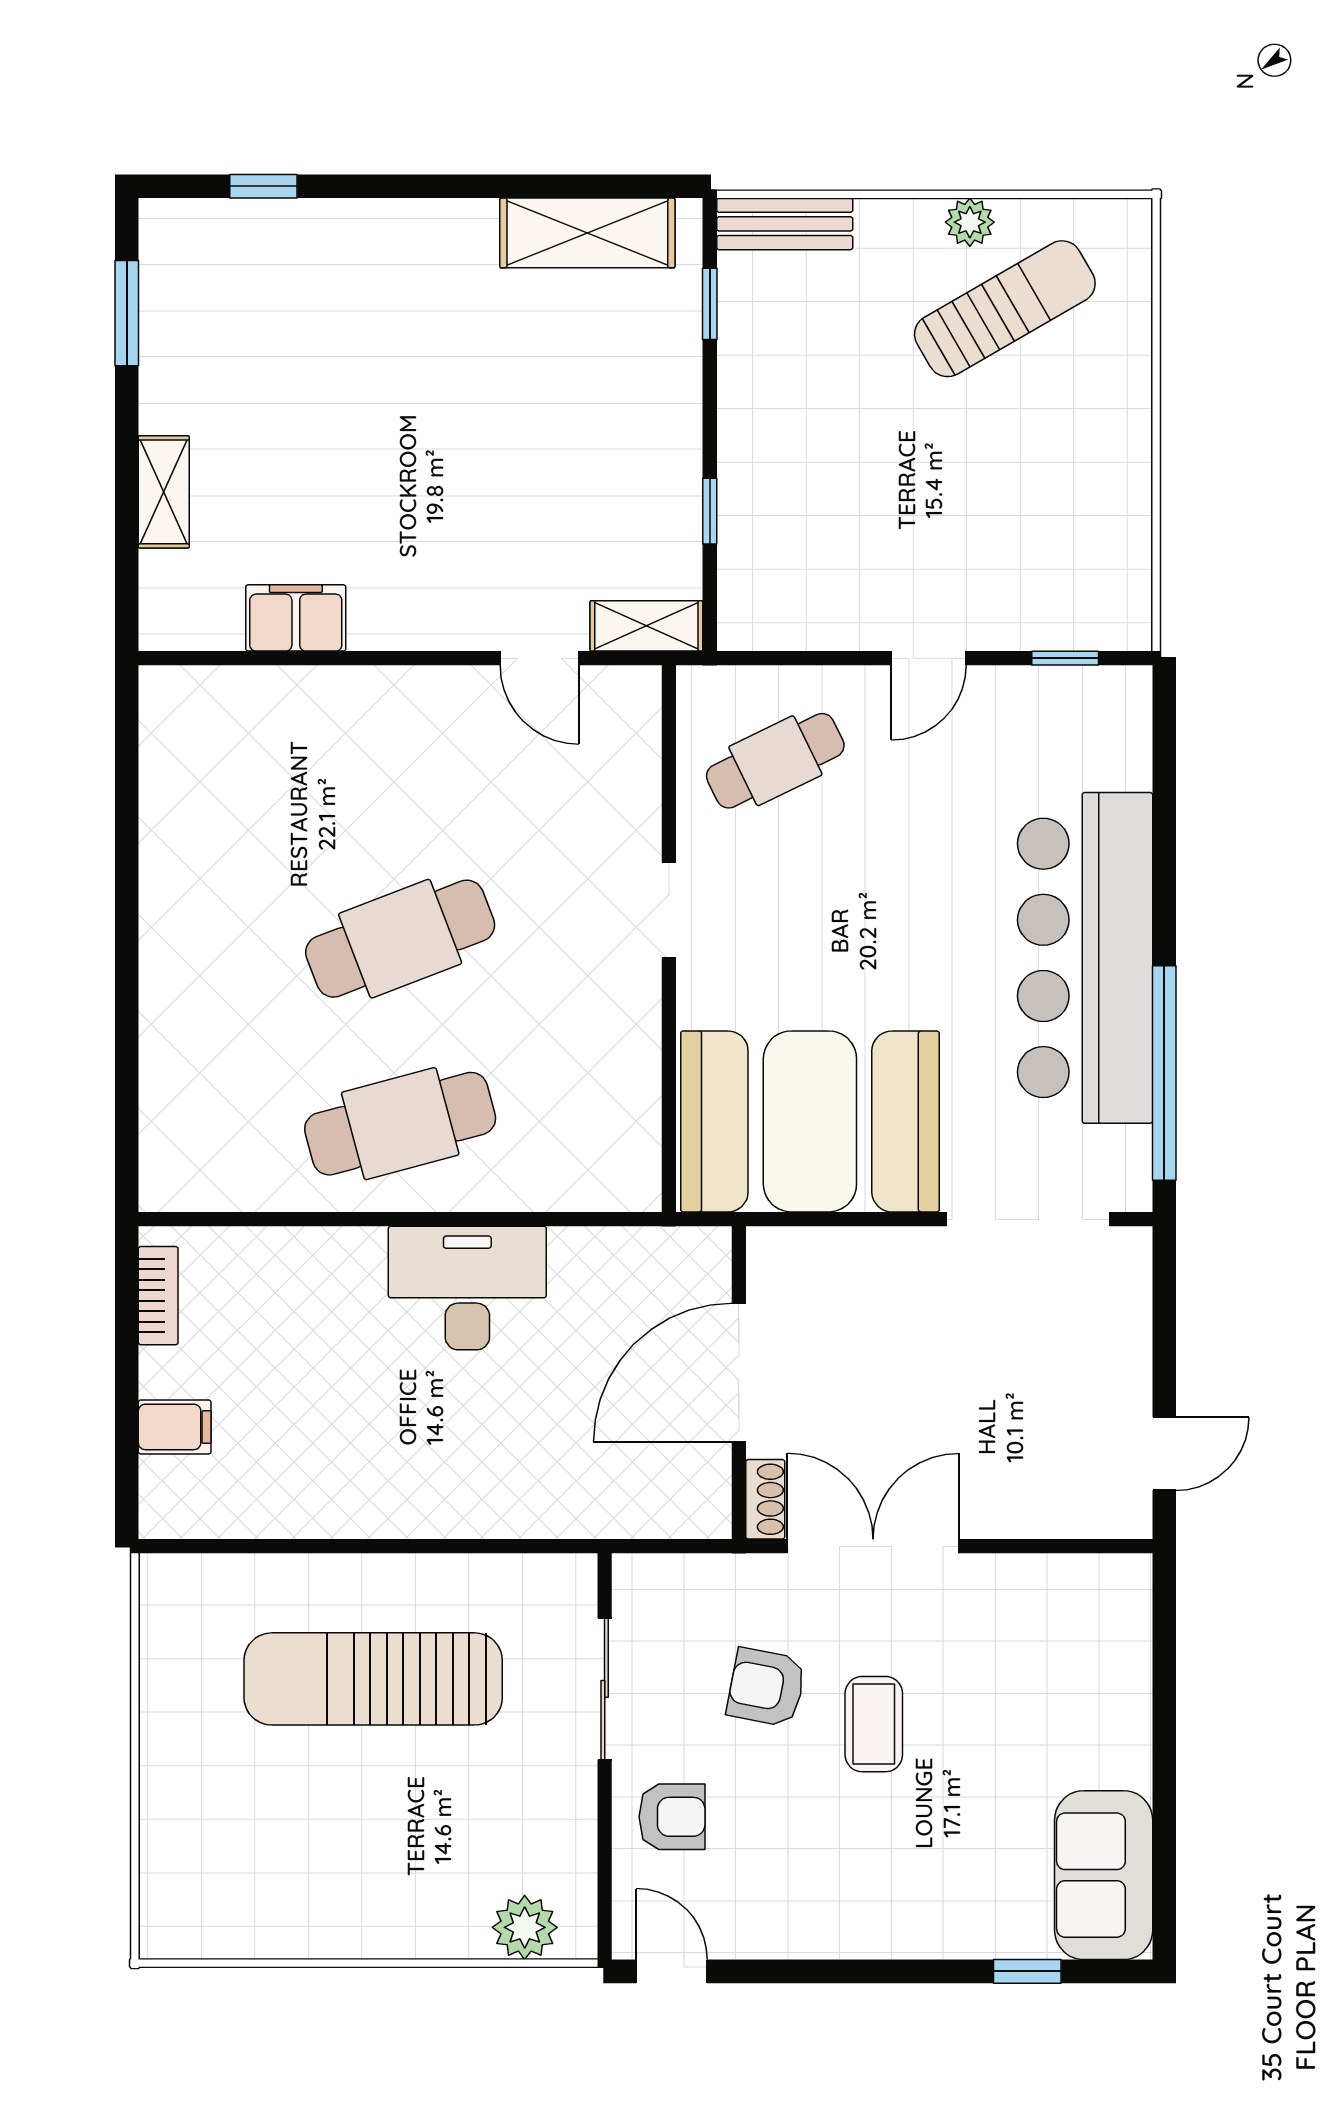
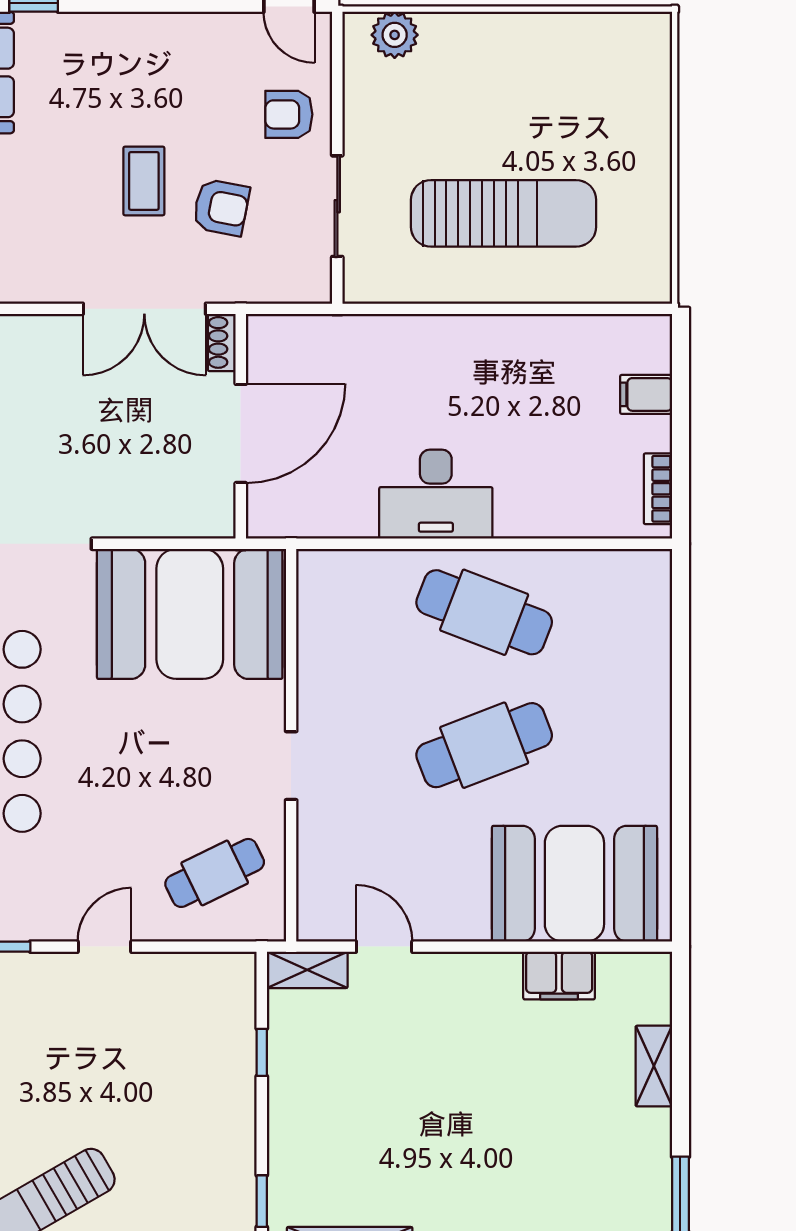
booth: (274, 746) -> (574, 884), added
cafe table: (400, 1124) -> (484, 612), turned 36

